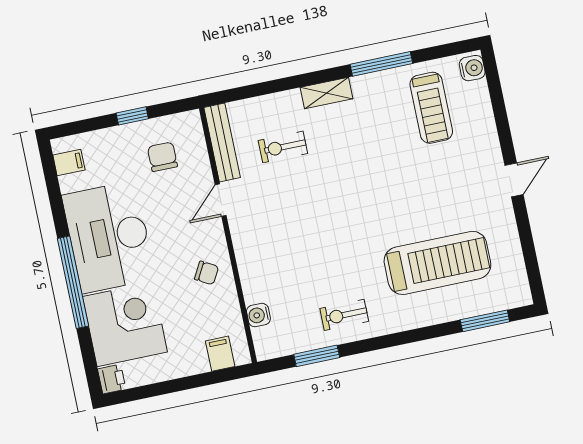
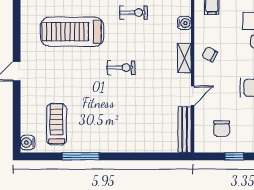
shelving: (327, 93) -> (184, 58), moved, turned 90
exercise bike: (283, 147) -> (121, 68), moved

